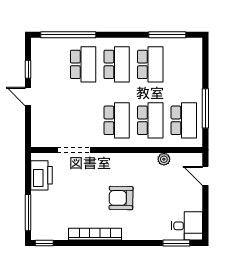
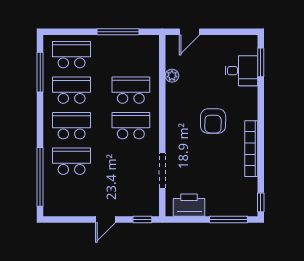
window: (28, 69) -> (142, 220), moved
school desk: (184, 120) -> (72, 55), moved
desk: (187, 226) -> (241, 71), moved, turned 90

